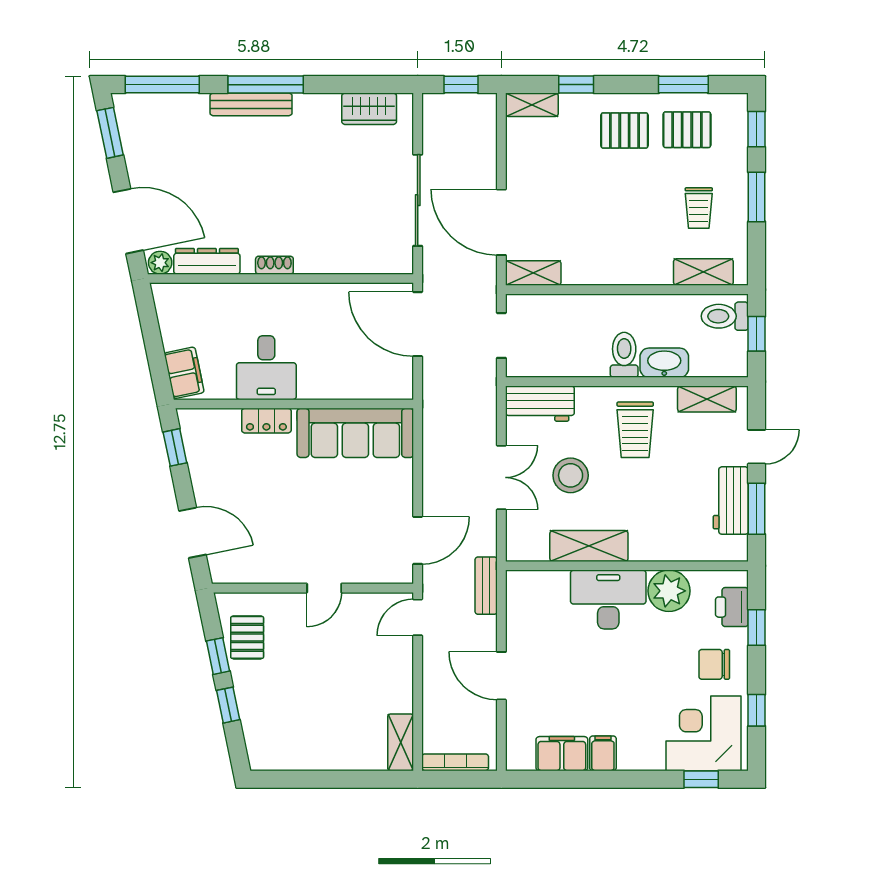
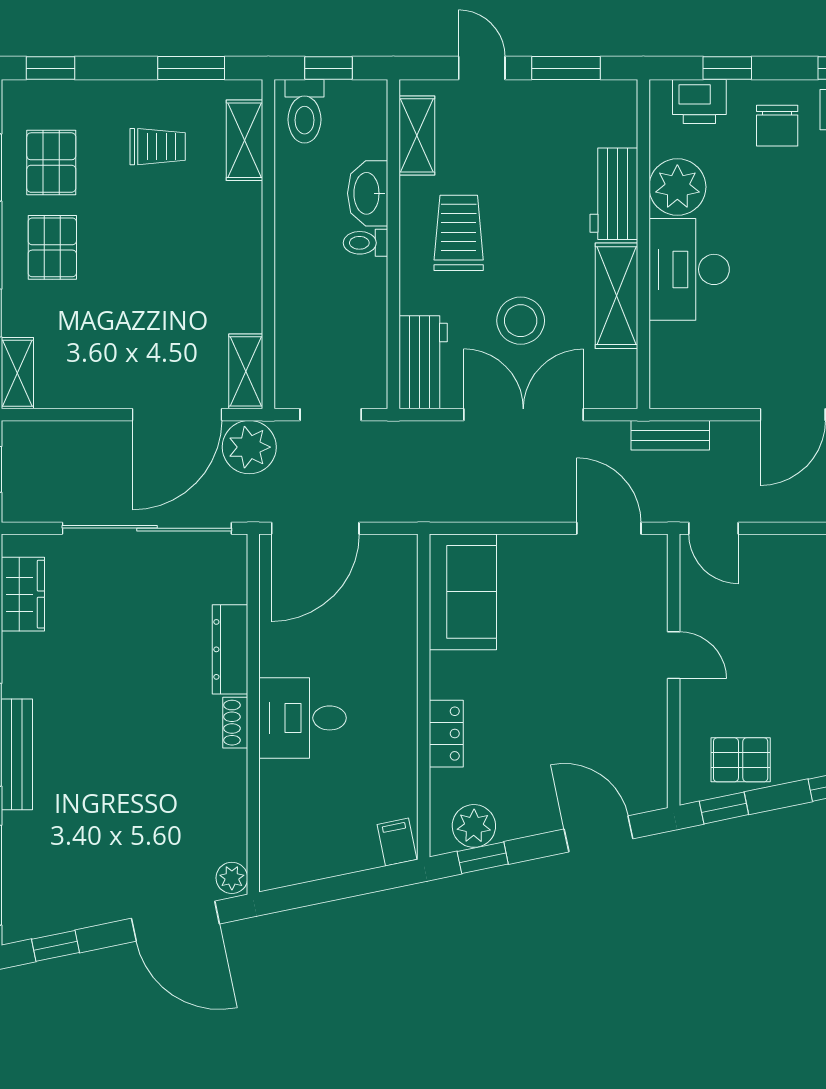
window: (110, 133) -> (55, 946), width x0.67
window: (757, 197) -> (191, 68), moved
sliding door: (418, 200) -> (147, 528), width x1.36
door: (128, 221) -> (175, 921), swing flipped
dresser: (207, 261) -> (230, 649), moved
plant: (477, 276) -> (249, 447), added
toilet: (624, 355) -> (366, 243), width x0.73, depth x0.72
desk: (266, 368) -> (303, 718), moved, turned 180
filing cabinet: (184, 373) -> (397, 842), width x0.50
trolley: (635, 430) -> (459, 233), turned -90
sofa: (355, 433) -> (463, 592), width x0.73
plant: (198, 441) -> (474, 826), added
double door: (501, 477) -> (523, 415), width x1.37
workbench: (731, 501) -> (614, 194), moved, turned 90
door: (193, 533) -> (599, 834), hinge flipped
window: (218, 656) -> (724, 808), moved

